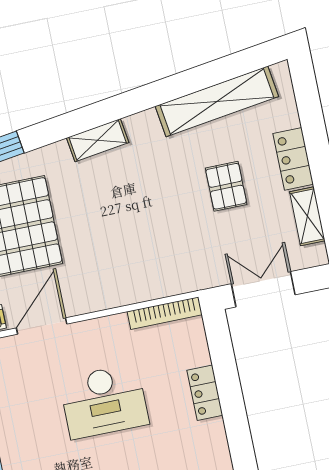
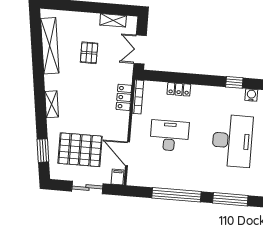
locker: (293, 159) -> (124, 97), moved, turned 90
pallet: (226, 186) -> (89, 53), turned 90
desk: (104, 401) -> (169, 136), turned -90

